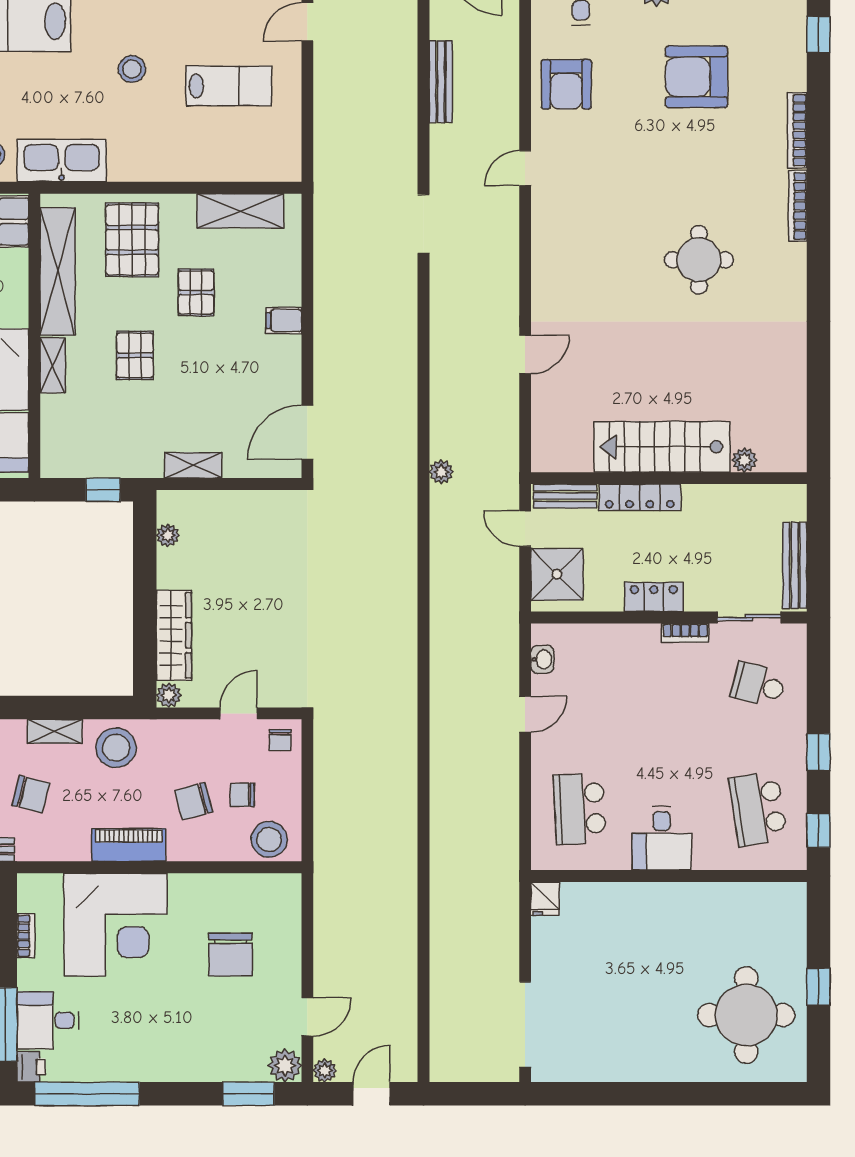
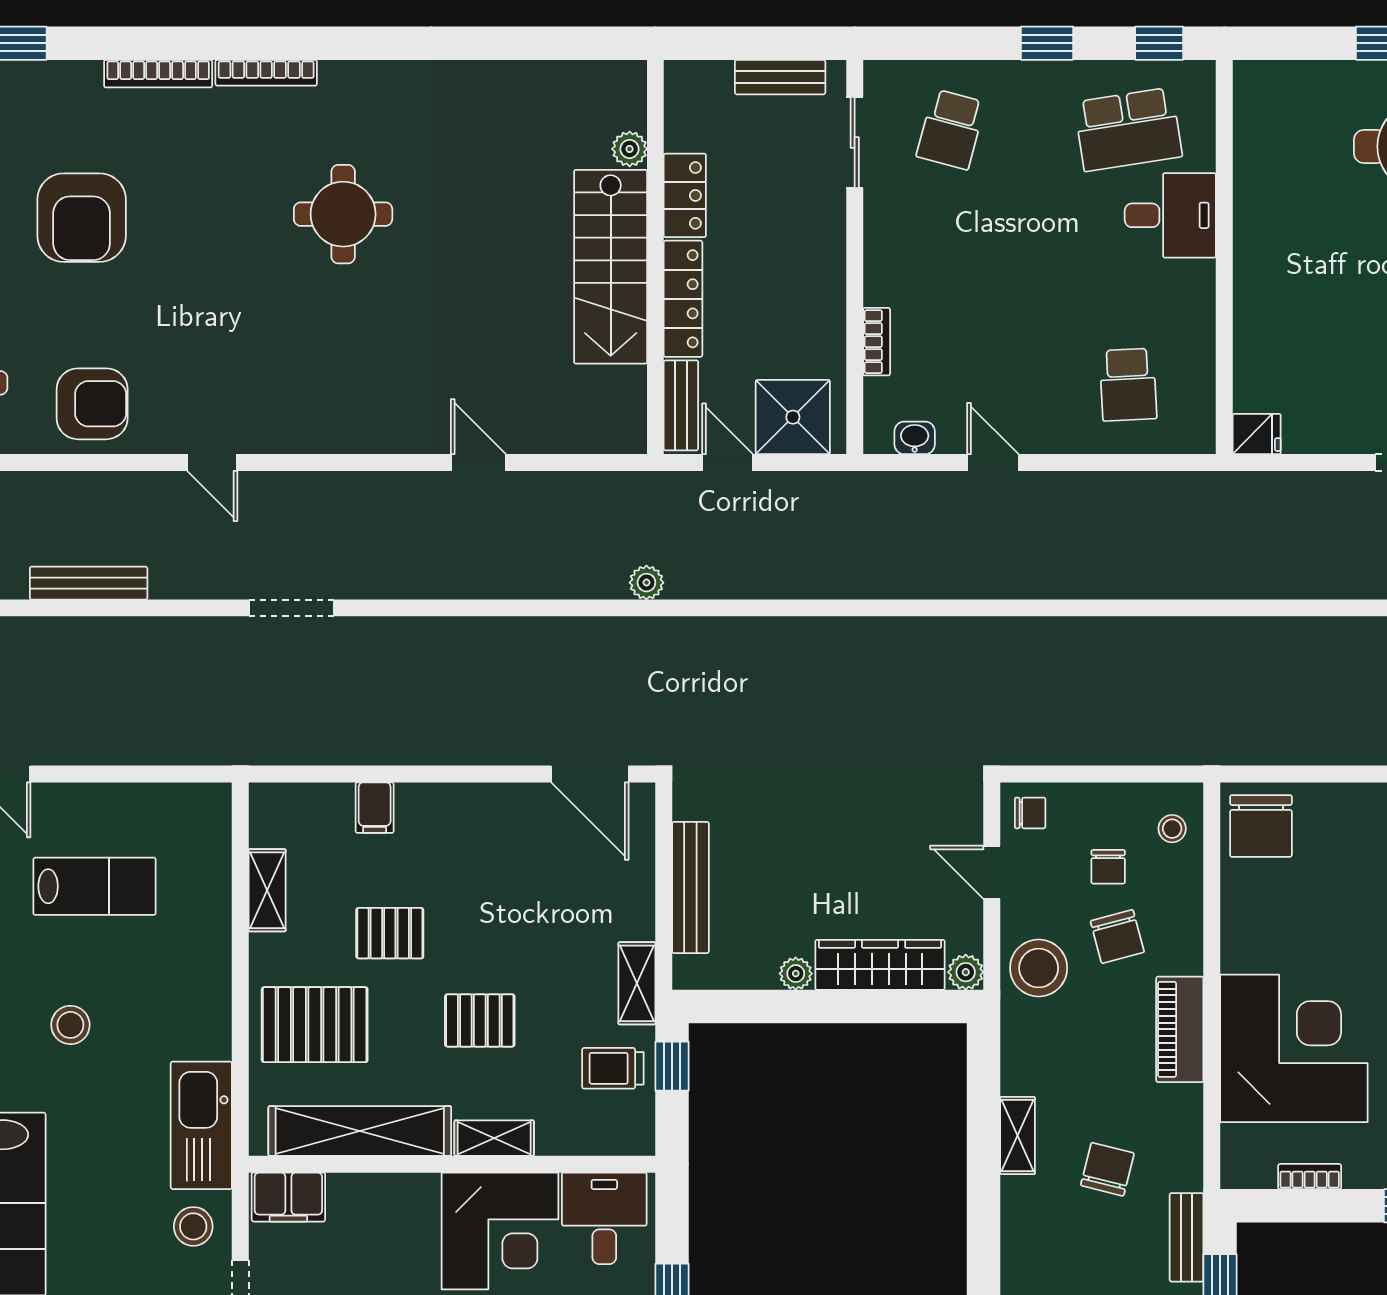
lab bench: (229, 86) -> (95, 886), turned 90
shelving: (240, 211) -> (267, 890), width x0.67, depth x0.75
filing cabinet: (284, 320) -> (375, 808), moved
trolley: (102, 448) -> (613, 1068), added
shelving: (193, 465) -> (637, 983), moved
bench: (228, 503) -> (690, 887), added
door: (525, 529) -> (728, 463), swing flipped
plant: (168, 535) -> (796, 974), moved
bench: (795, 565) -> (780, 77), width x0.73
locker: (654, 597) -> (685, 195), moved, turned 180
bookcase: (685, 633) -> (877, 342), moved
stool: (116, 748) -> (1039, 968), moved
school desk: (580, 809) -> (1128, 385), width x0.54
desk: (662, 838) -> (1170, 215), moved
stool: (269, 840) -> (1172, 829), width x0.53, depth x0.53
chair: (230, 955) -> (1261, 826), moved, turned 90

